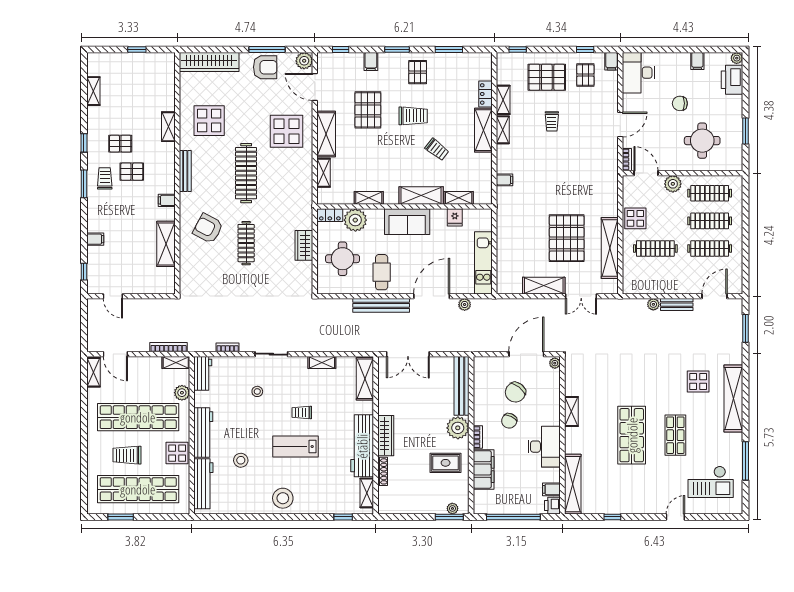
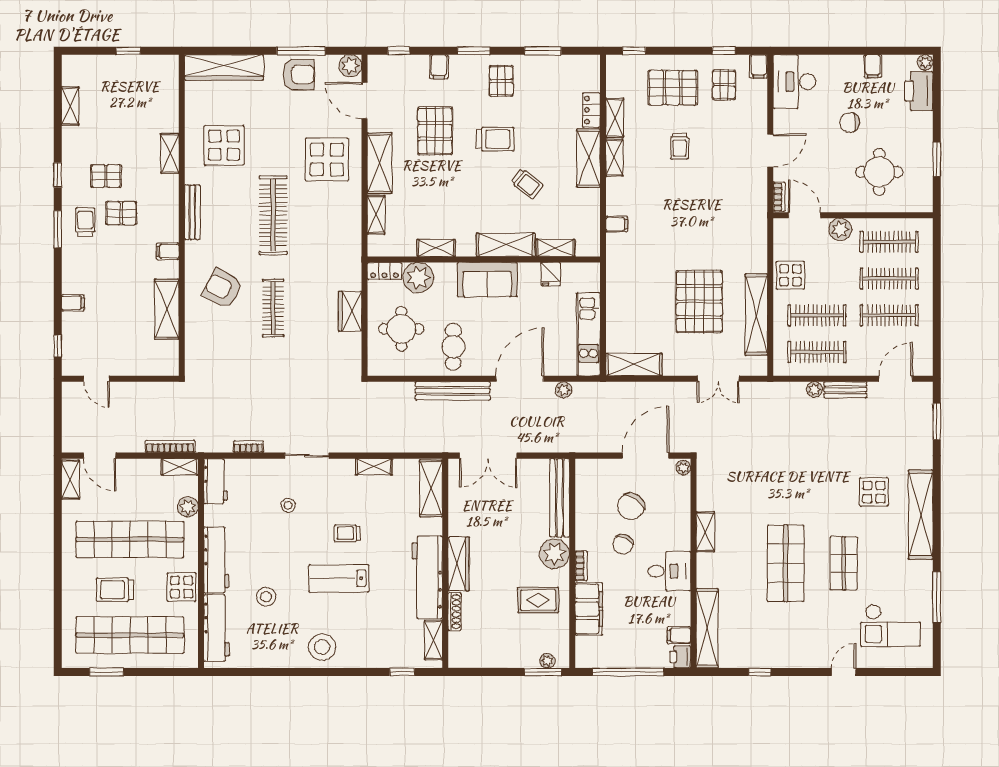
clothes rail: (655, 276) -> (817, 352), added
shelving: (544, 286) -> (634, 365), moved
desk: (544, 447) -> (669, 571), width x0.73

